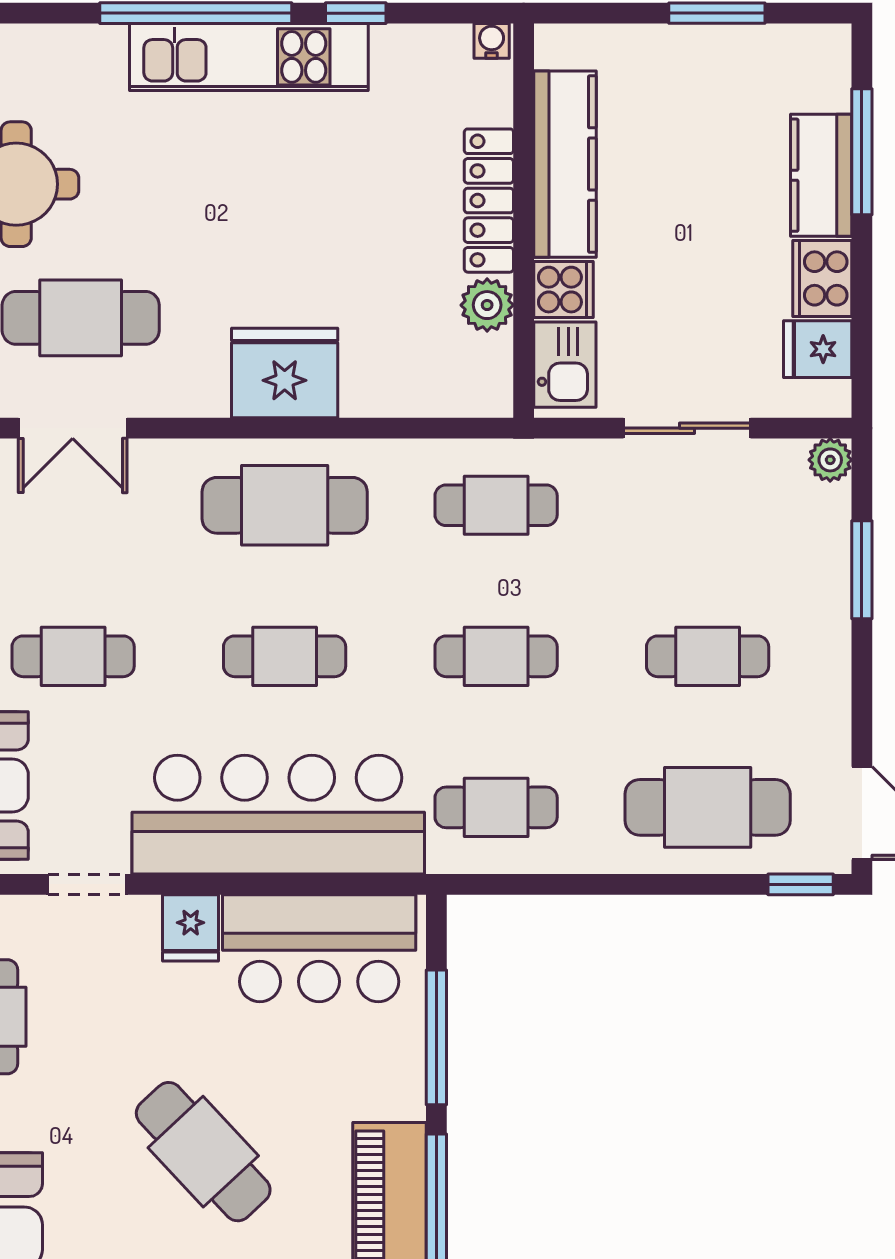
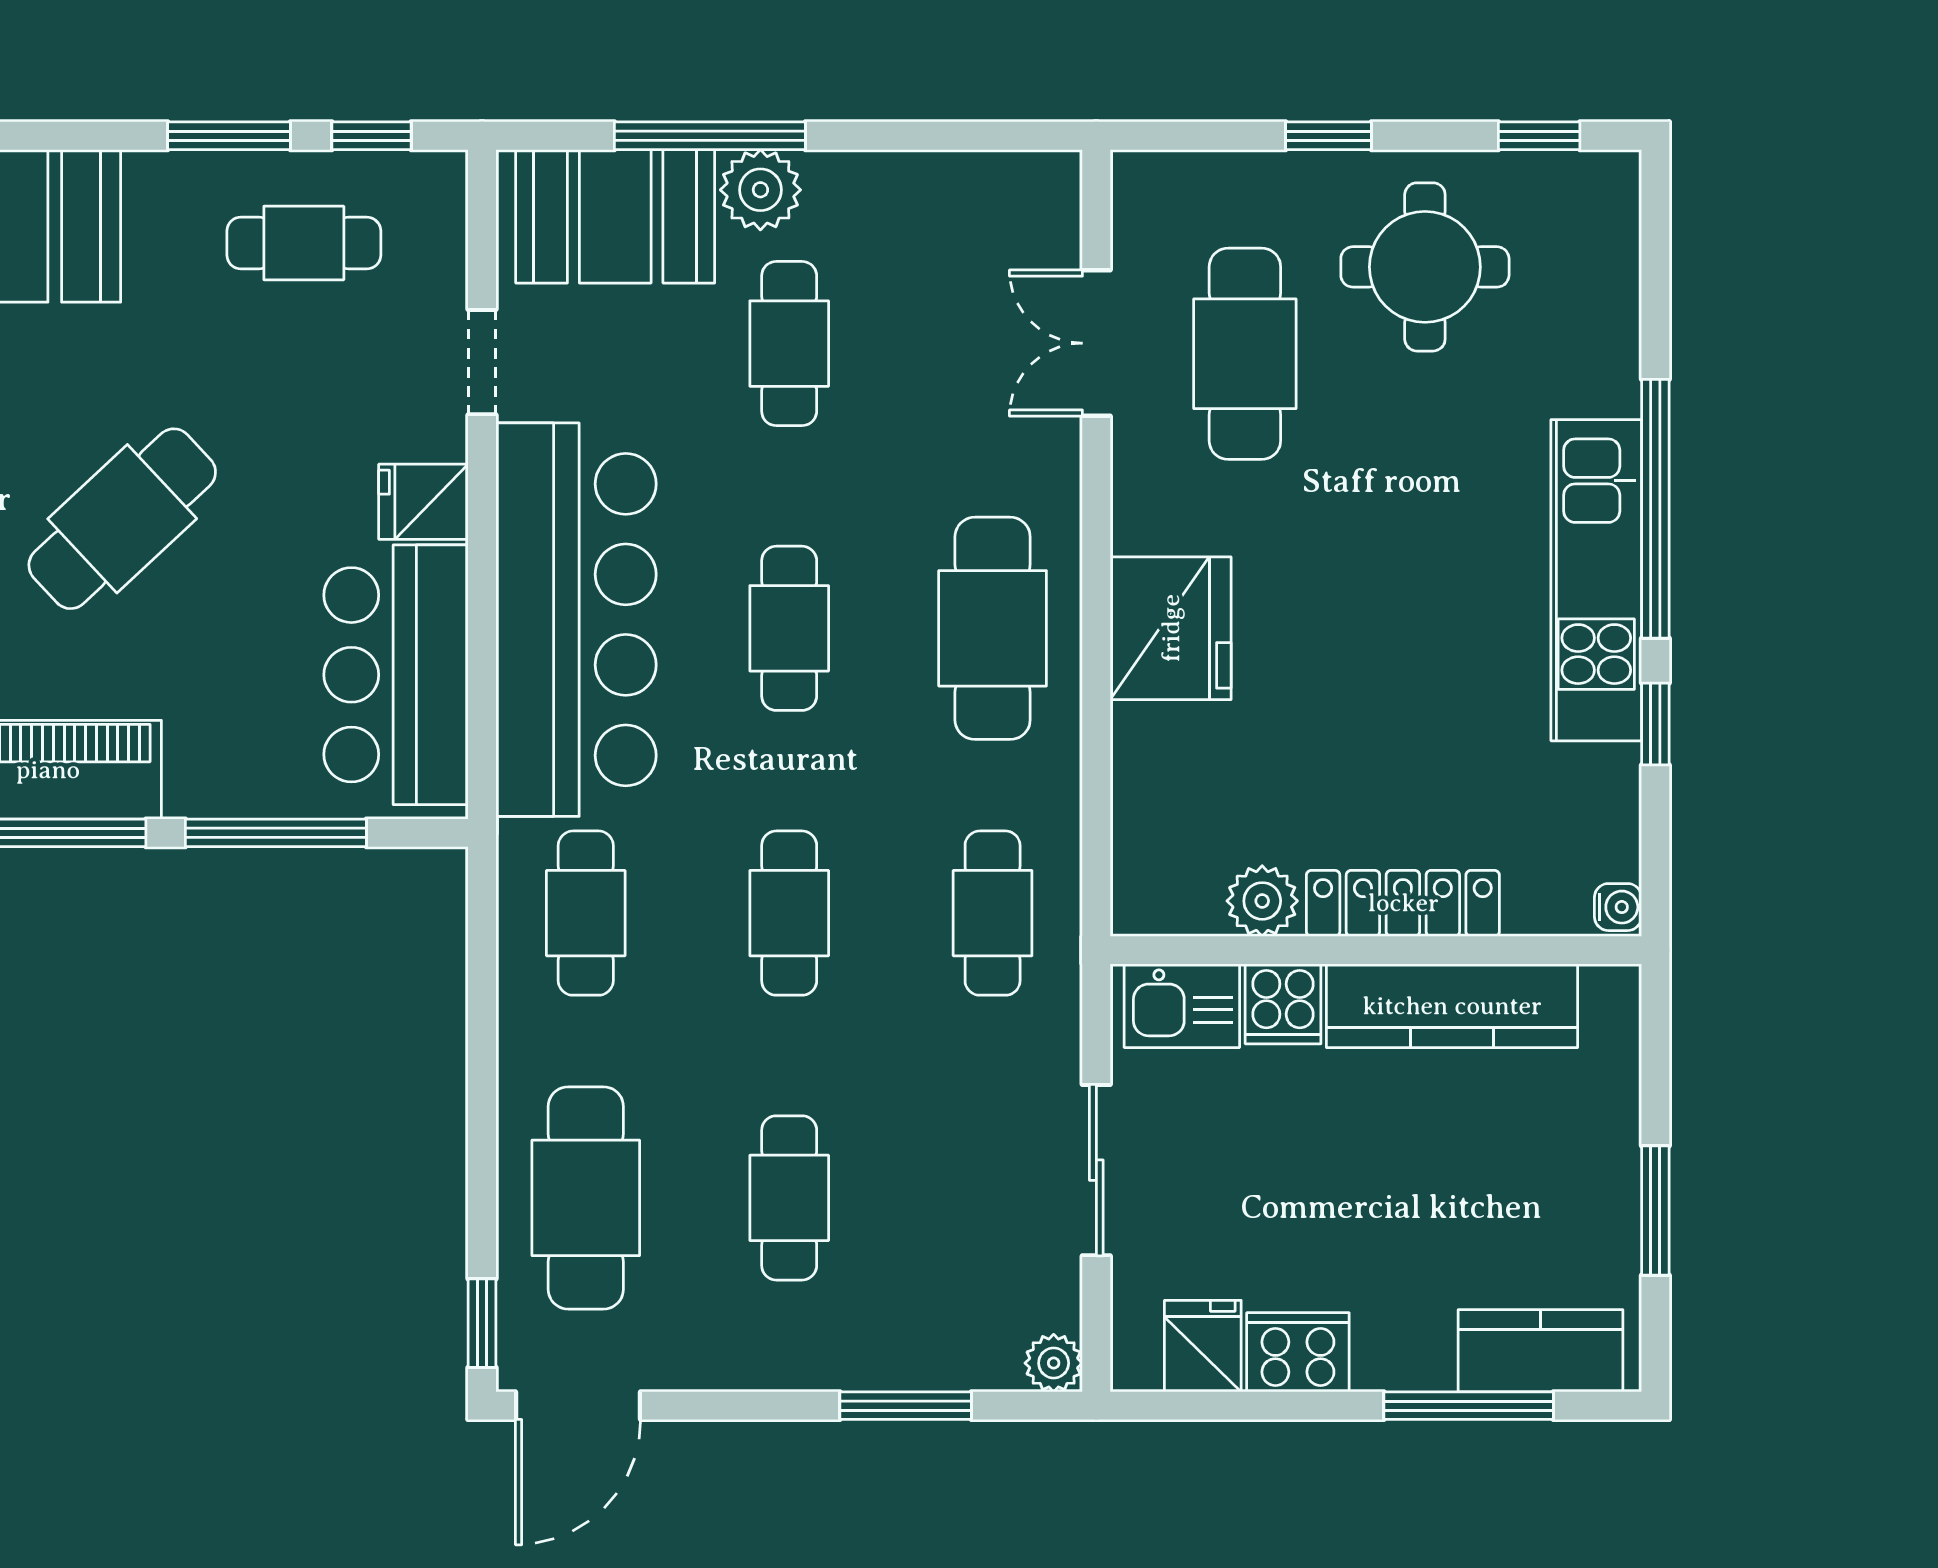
kitchen counter: (821, 175) -> (1541, 1351), moved

